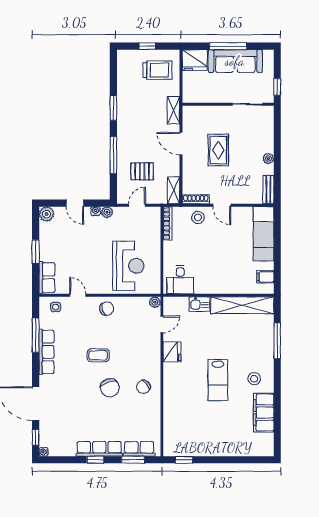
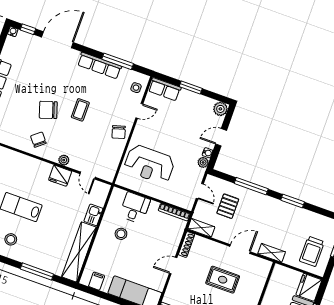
stool: (198, 218) -> (121, 234), moved
desk: (180, 280) -> (135, 208), moved, turned 90
plant: (155, 302) -> (64, 160), moved

